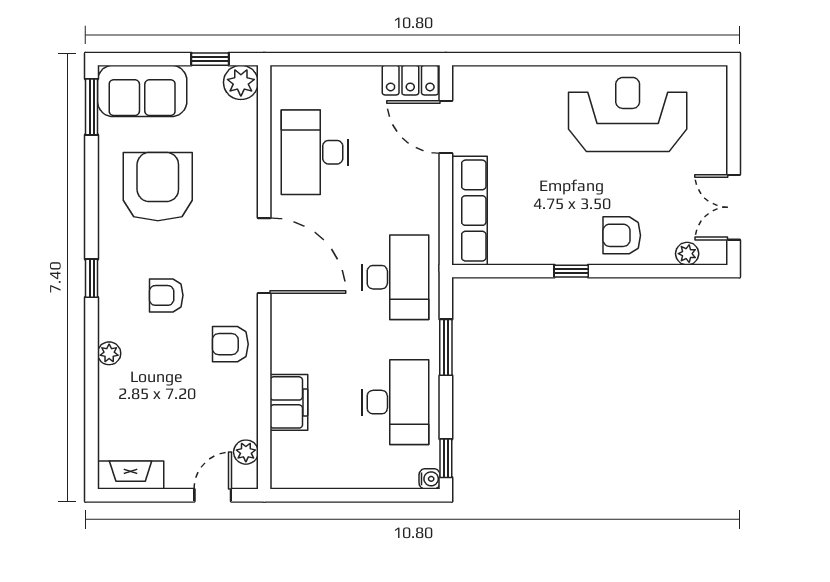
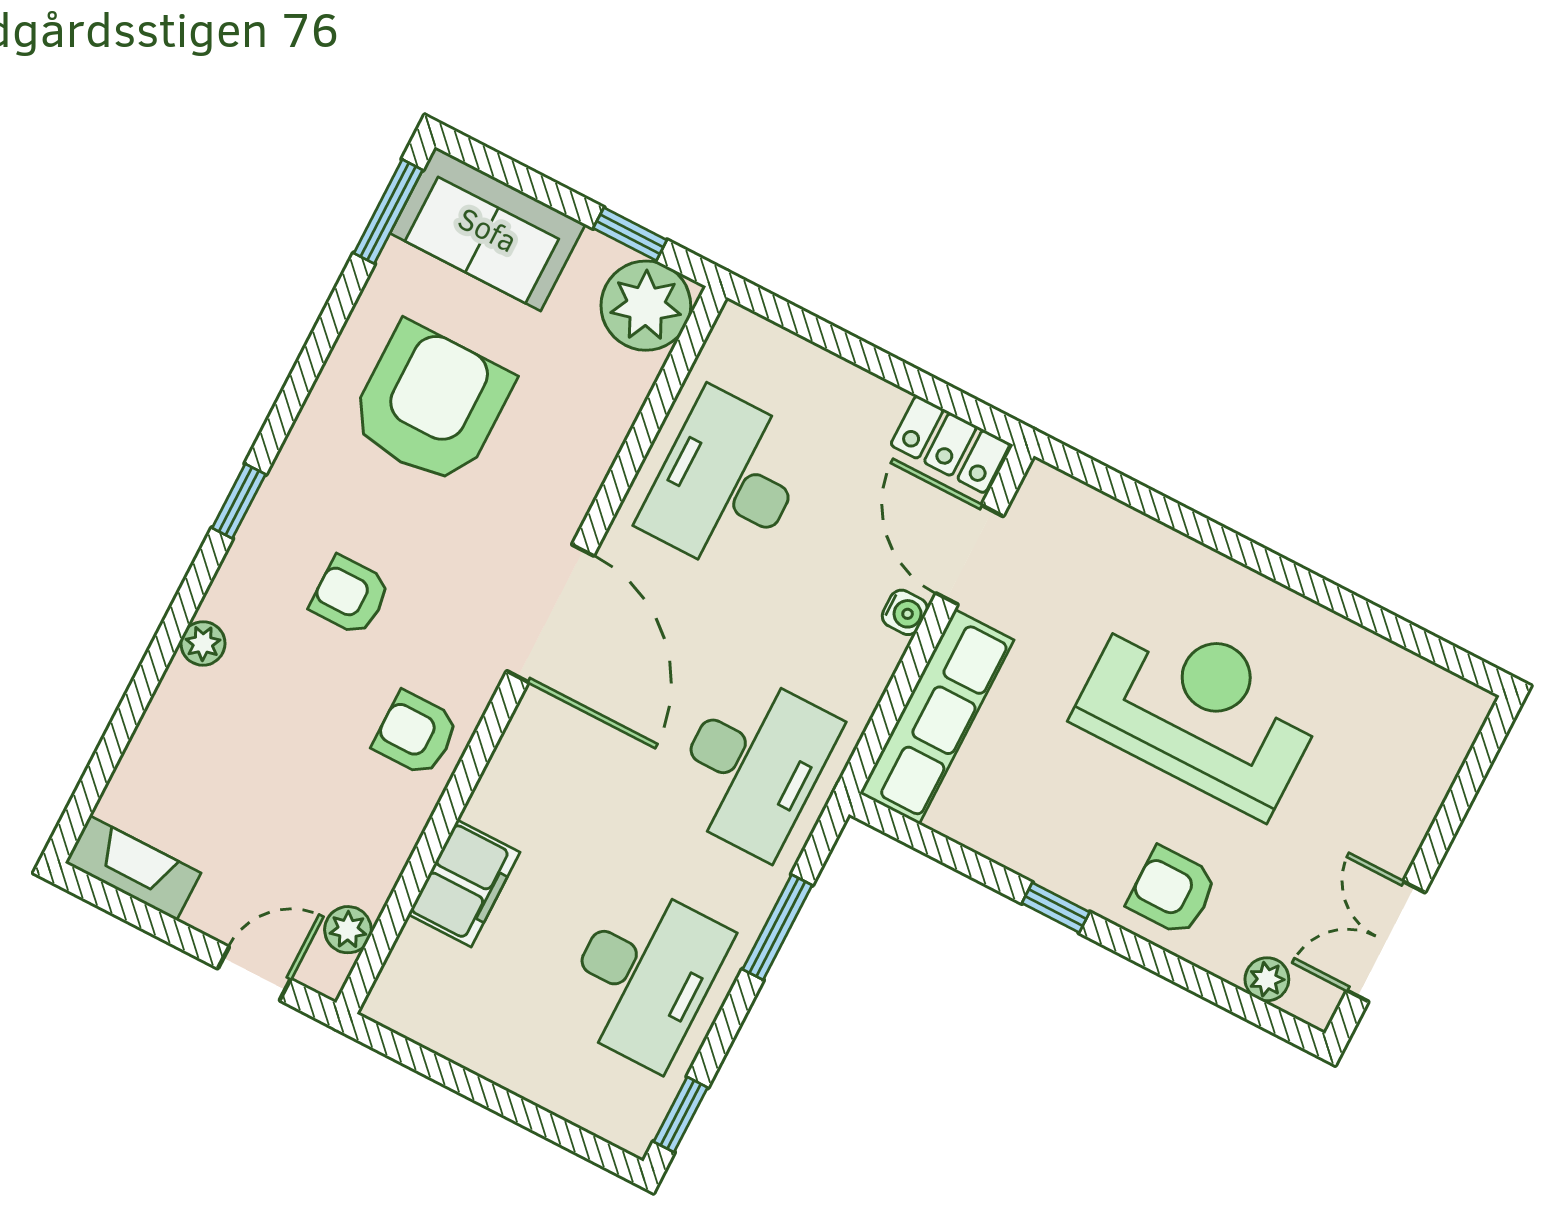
plant: (241, 82) -> (646, 306), width x1.36, depth x1.36
reception desk: (628, 115) -> (1199, 710), moved
water cooler: (430, 479) -> (905, 612), moved

